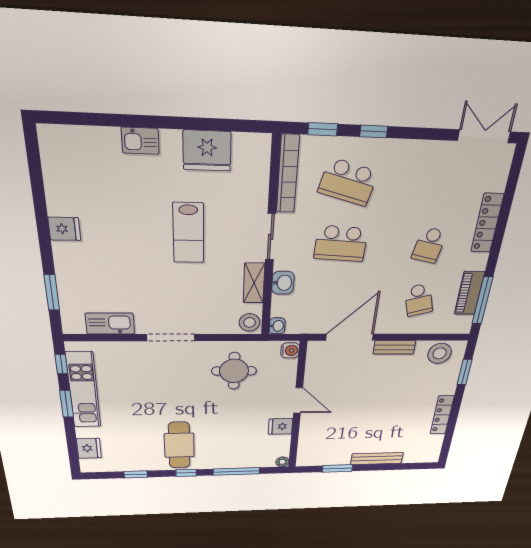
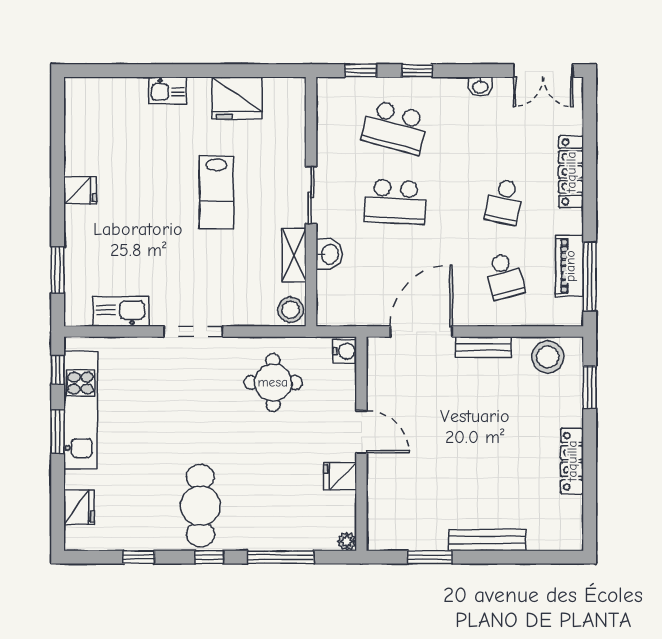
double door: (484, 136) -> (543, 71), swing flipped
bookcase: (288, 174) -> (326, 121), removed
washbasin: (277, 326) -> (480, 87), moved, turned 90

